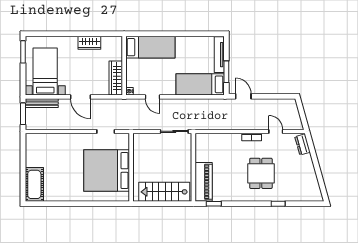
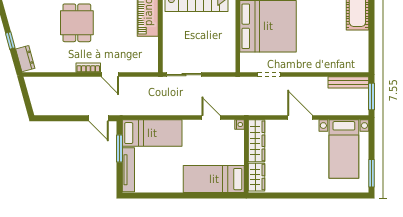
wardrobe: (89, 43) -> (257, 177), moved, turned 90
bench: (42, 103) -> (348, 82), moved
door: (276, 131) -> (110, 75), moved
window: (315, 159) -> (10, 41), added

